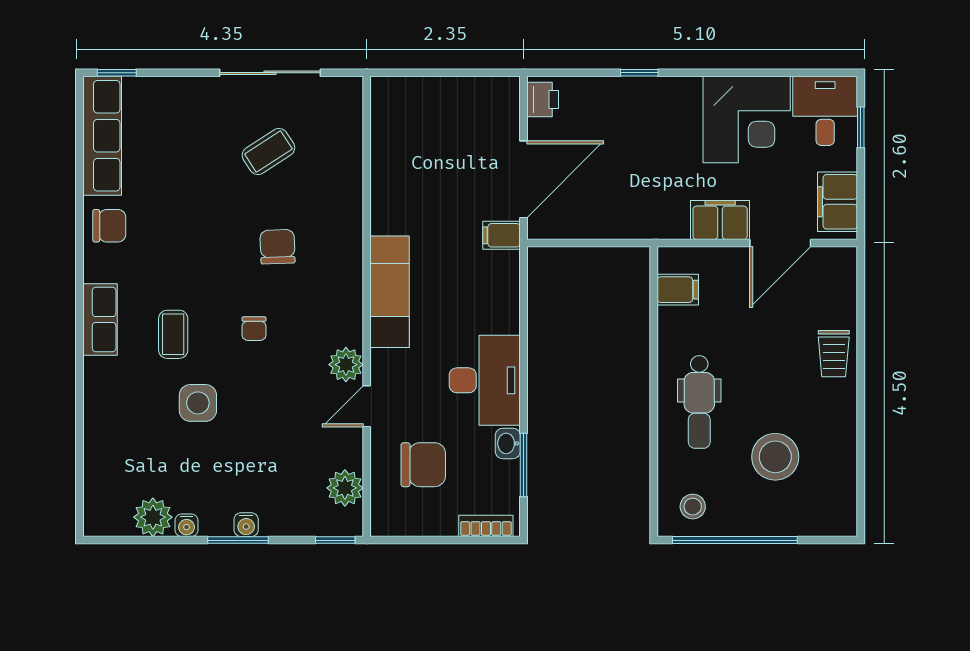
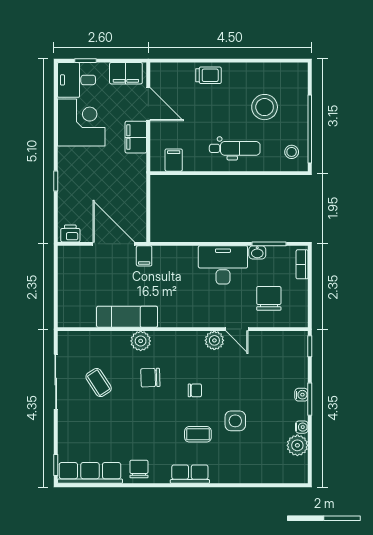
exam couch: (390, 292) -> (127, 317), moved
plant: (345, 488) -> (141, 341), moved

